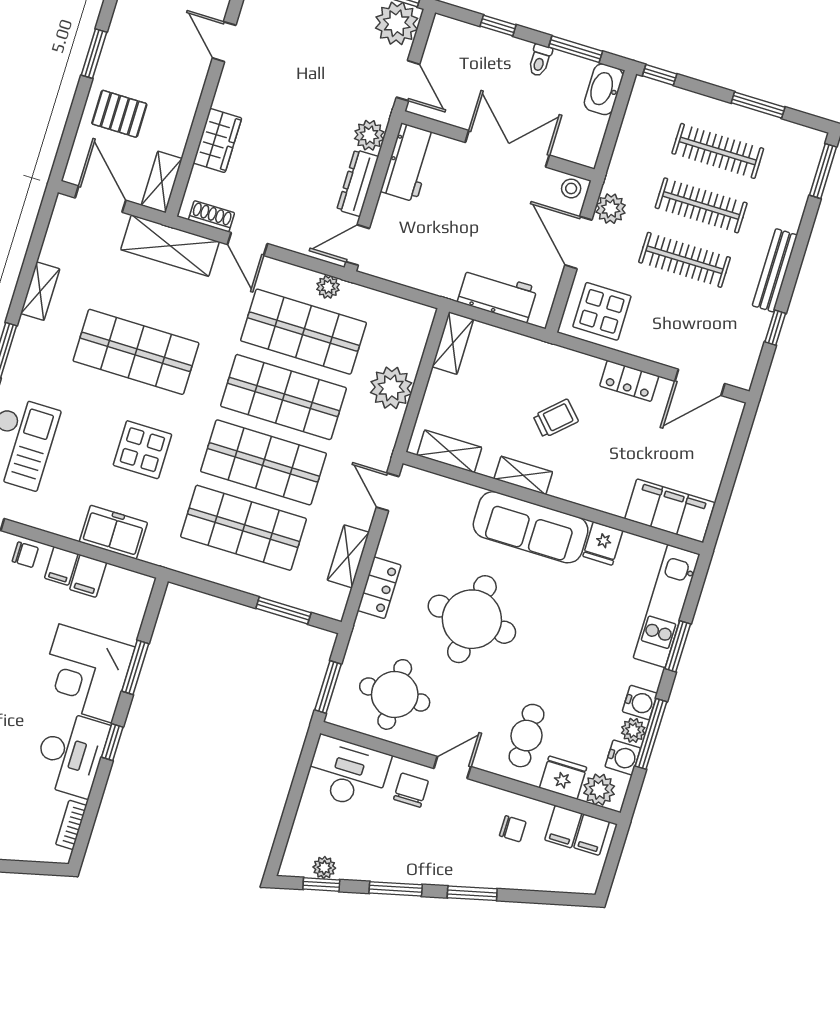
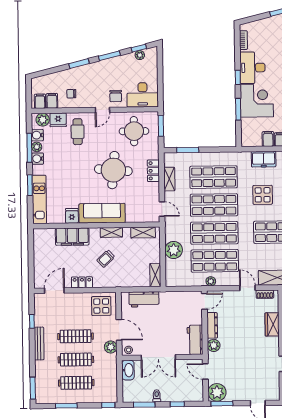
washbasin: (604, 89) -> (128, 370), moved
filing cabinet: (670, 511) -> (72, 237), moved

